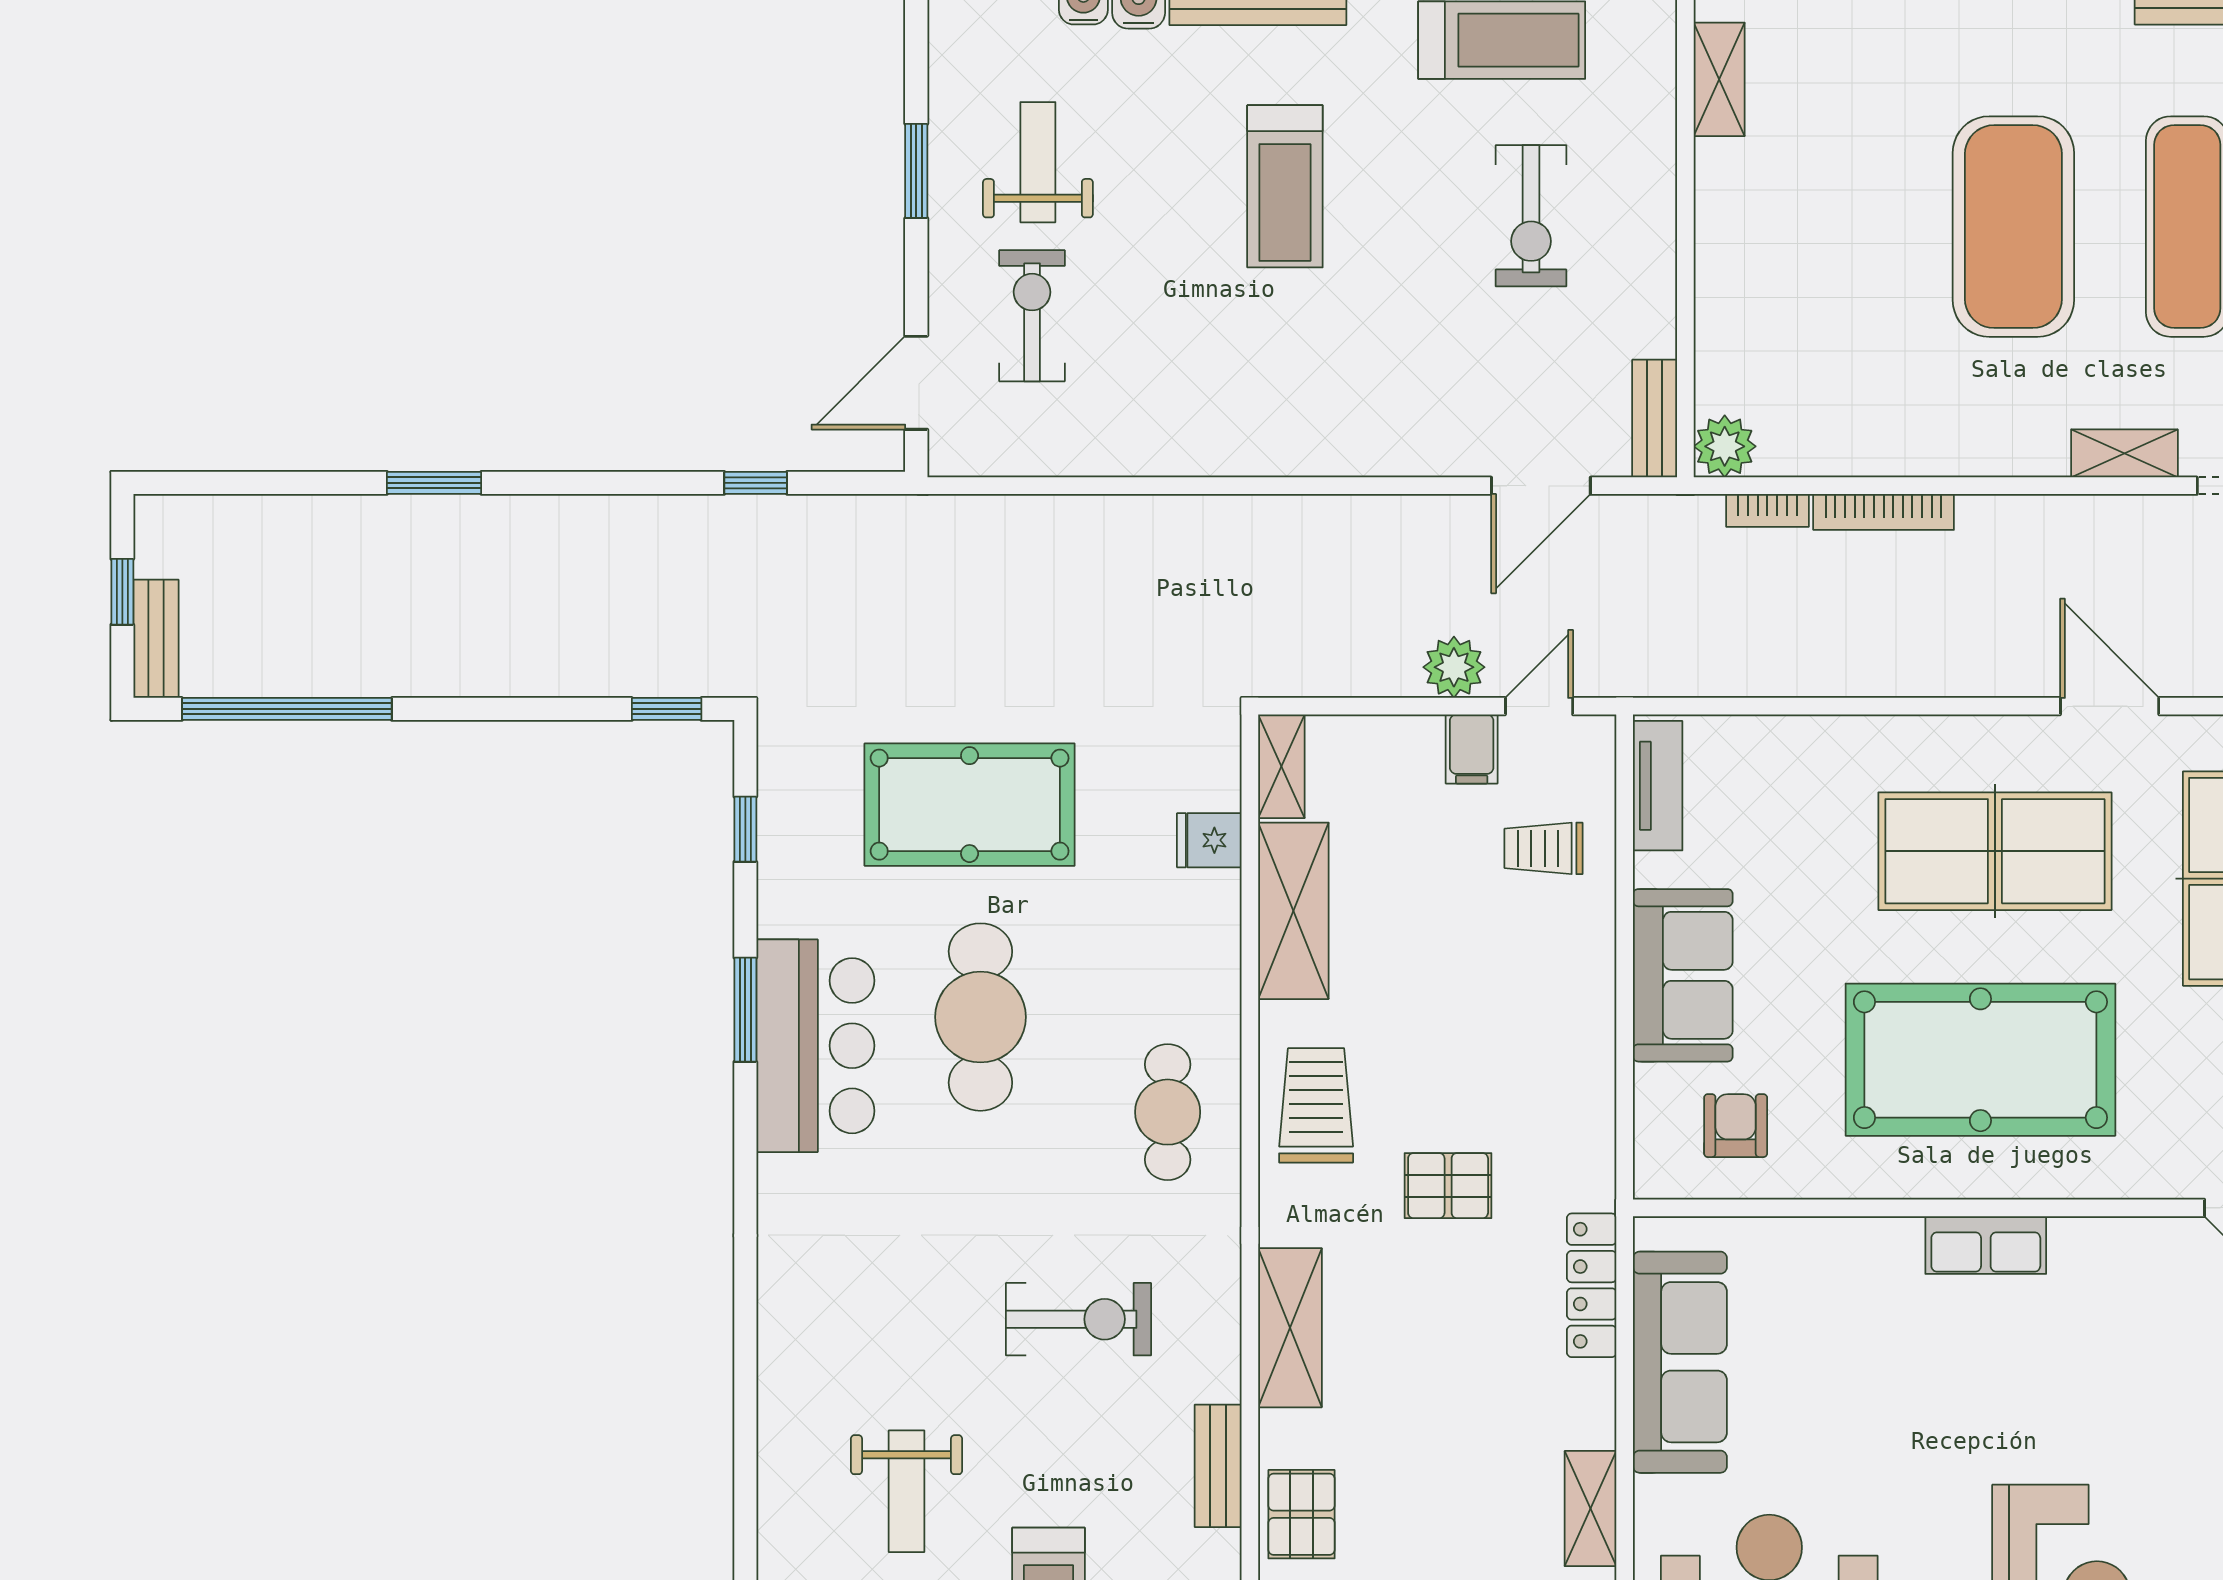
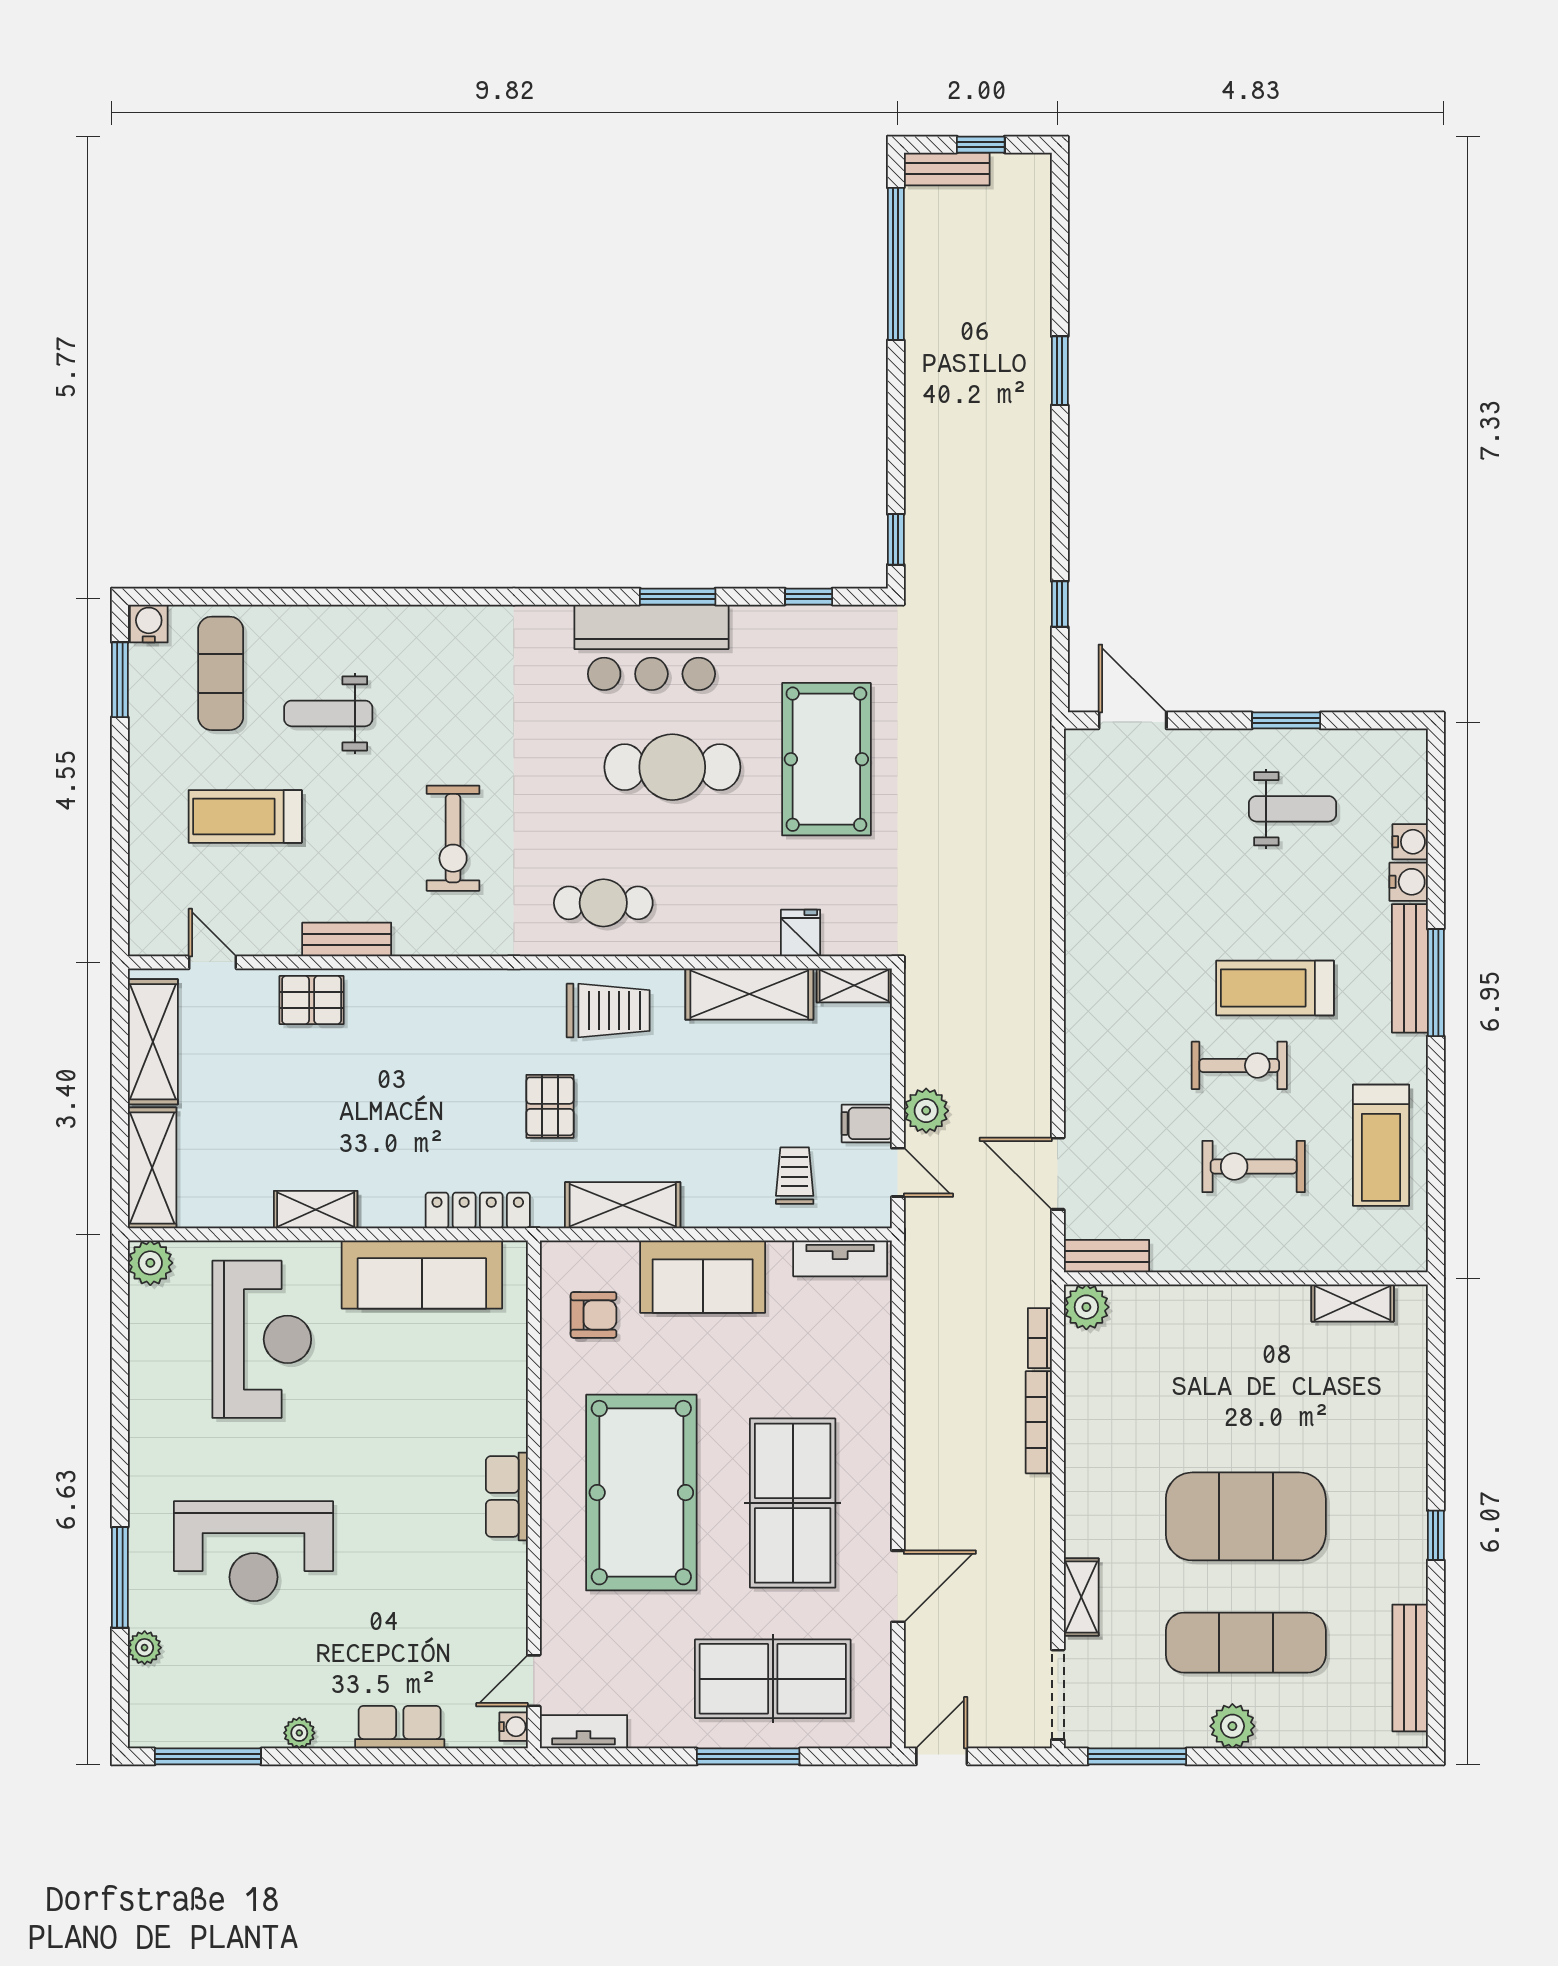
exercise bike: (1032, 316) -> (1239, 1065), moved
shelving: (1290, 1328) -> (623, 1205), moved

